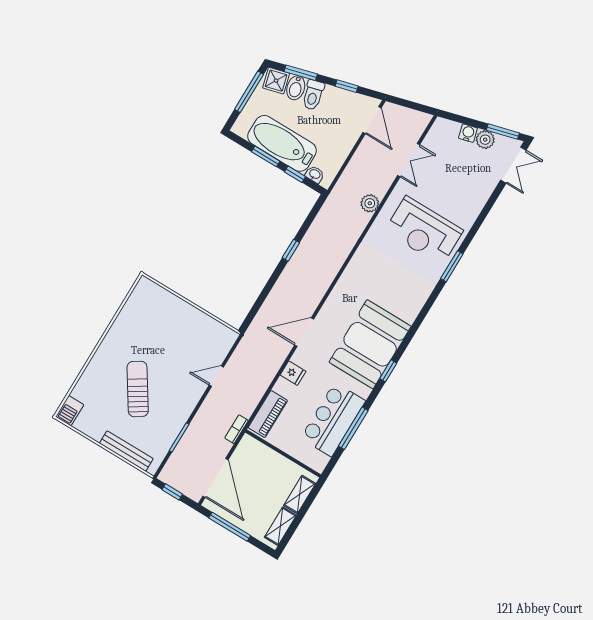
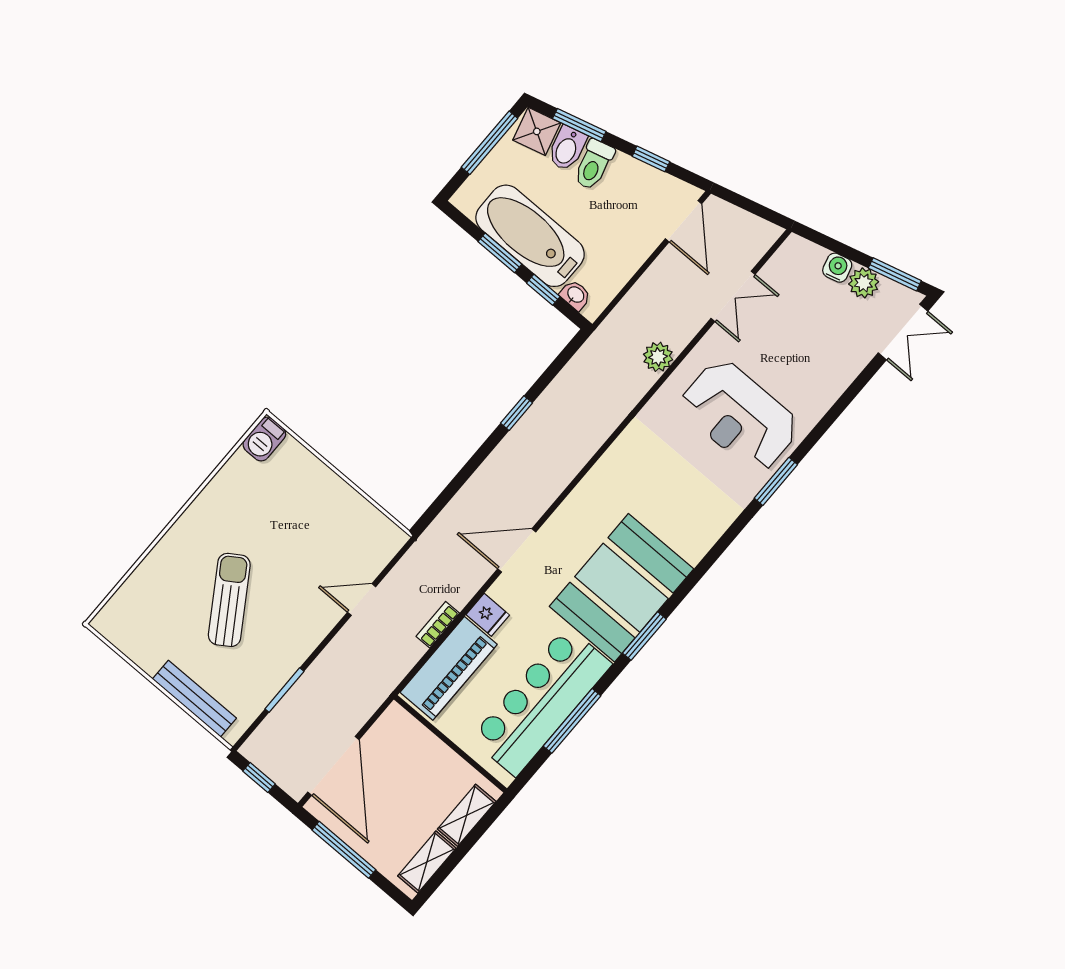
window: (388, 371) -> (644, 636), width x1.50
barbecue: (70, 411) -> (264, 439), moved
piano: (268, 414) -> (449, 668), width x1.37, depth x1.33
bar counter: (333, 419) -> (541, 701), width x1.36
bookcase: (237, 429) -> (438, 625), moved

